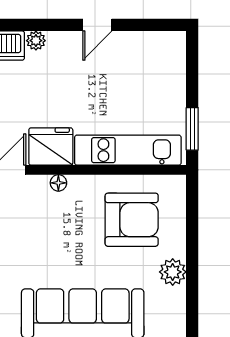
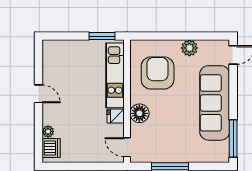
fridge: (51, 146) -> (116, 116), width x0.53, depth x0.75
floor lamp: (58, 183) -> (139, 113), width x1.89, depth x1.89

